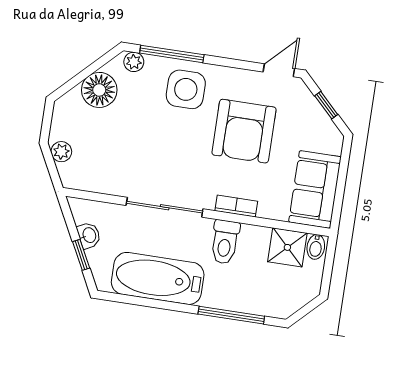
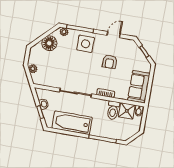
door: (279, 70) -> (114, 35), moved
armchair: (244, 131) -> (110, 62), width x0.53, depth x0.53
toilet: (225, 242) -> (113, 110), moved

